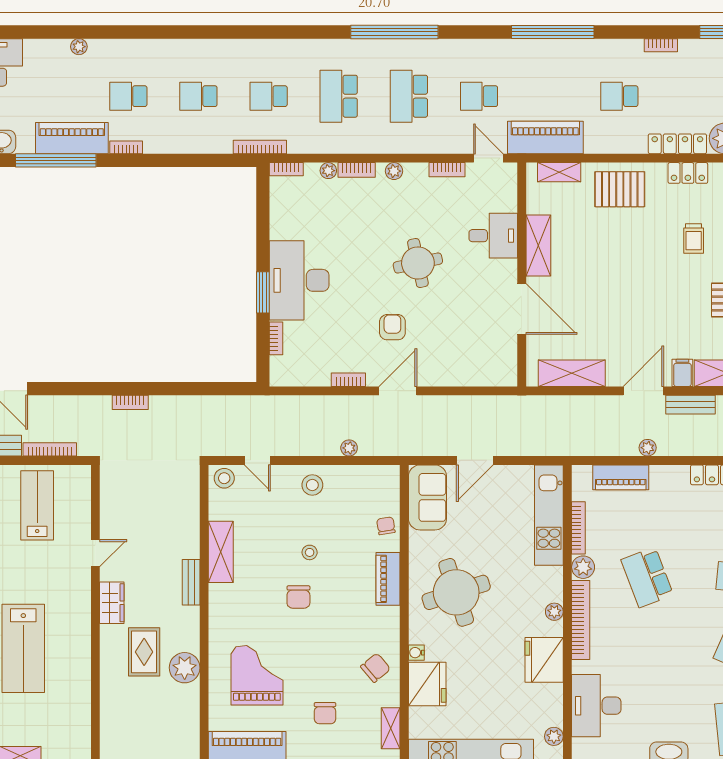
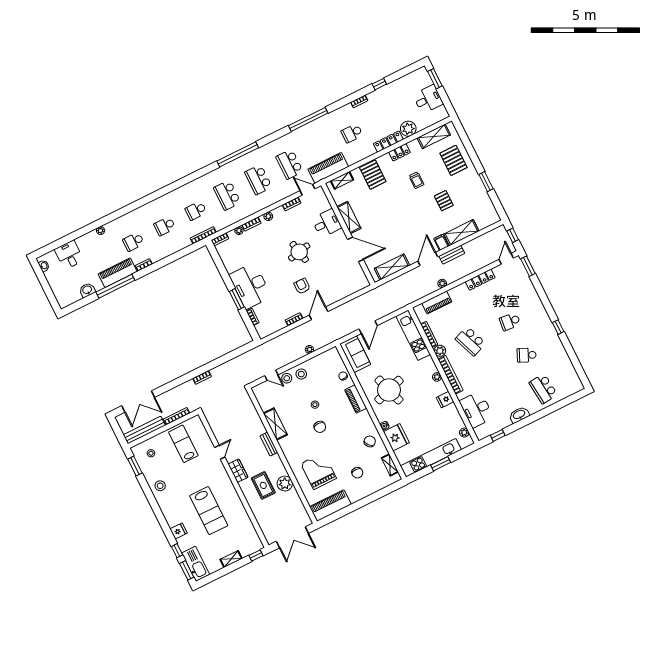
school desk: (479, 96) -> (290, 164), width x1.85
pallet: (620, 189) -> (373, 175), turned 90
stool: (224, 478) -> (287, 378), moved
fridge: (544, 660) -> (445, 400), width x0.53, depth x0.75

